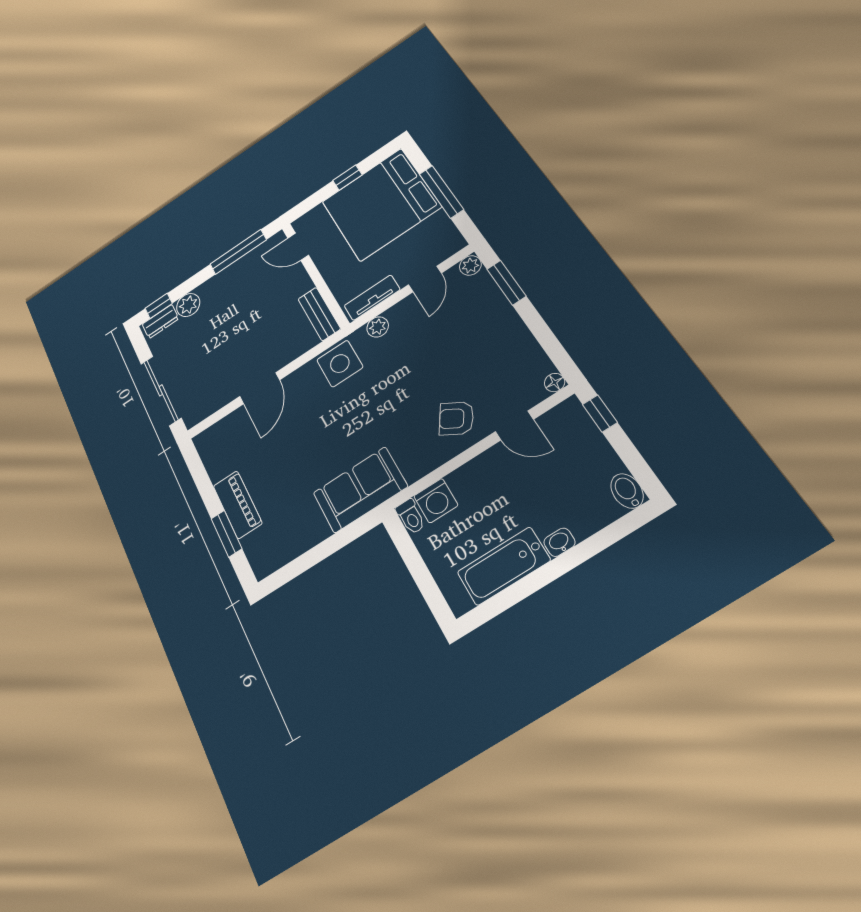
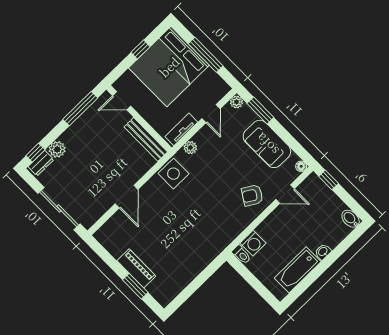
bench: (319, 314) -> (146, 139), width x1.36
sofa: (360, 490) -> (267, 144), moved, turned -90

